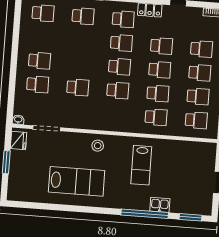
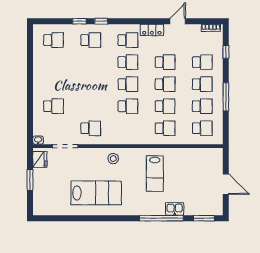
school desk: (39, 61) -> (54, 84), removed
school desk: (78, 87) -> (91, 128), moved

